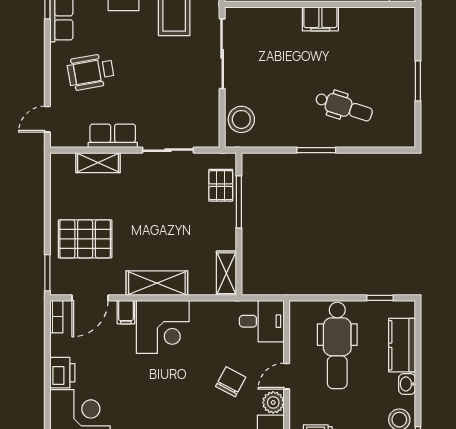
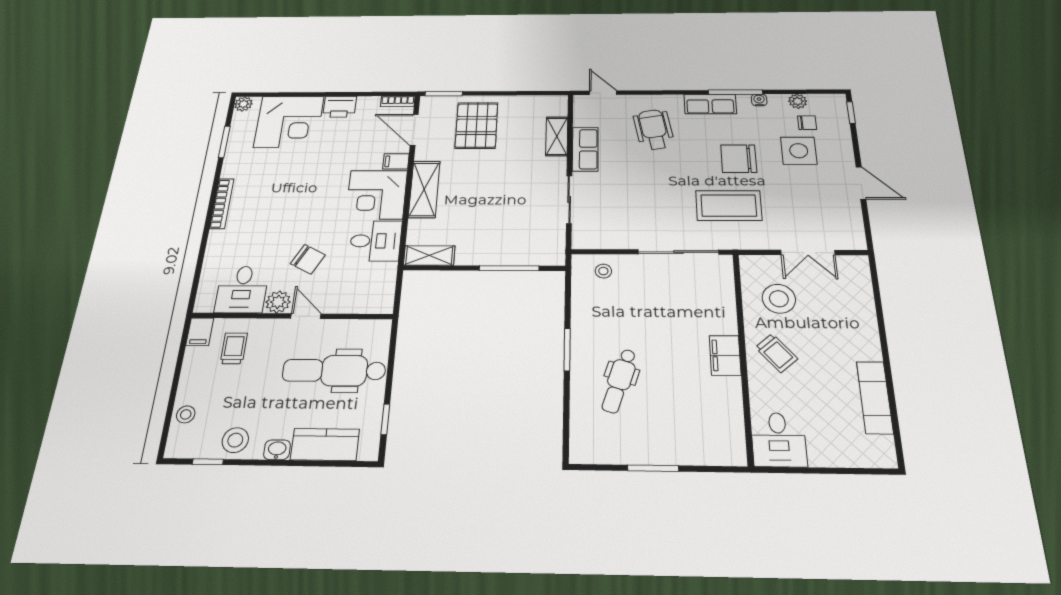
stool: (241, 119) -> (603, 271), width x0.53, depth x0.53
pallet: (221, 185) -> (529, 250), removed
desk: (262, 321) -> (376, 241), moved, turned -90

